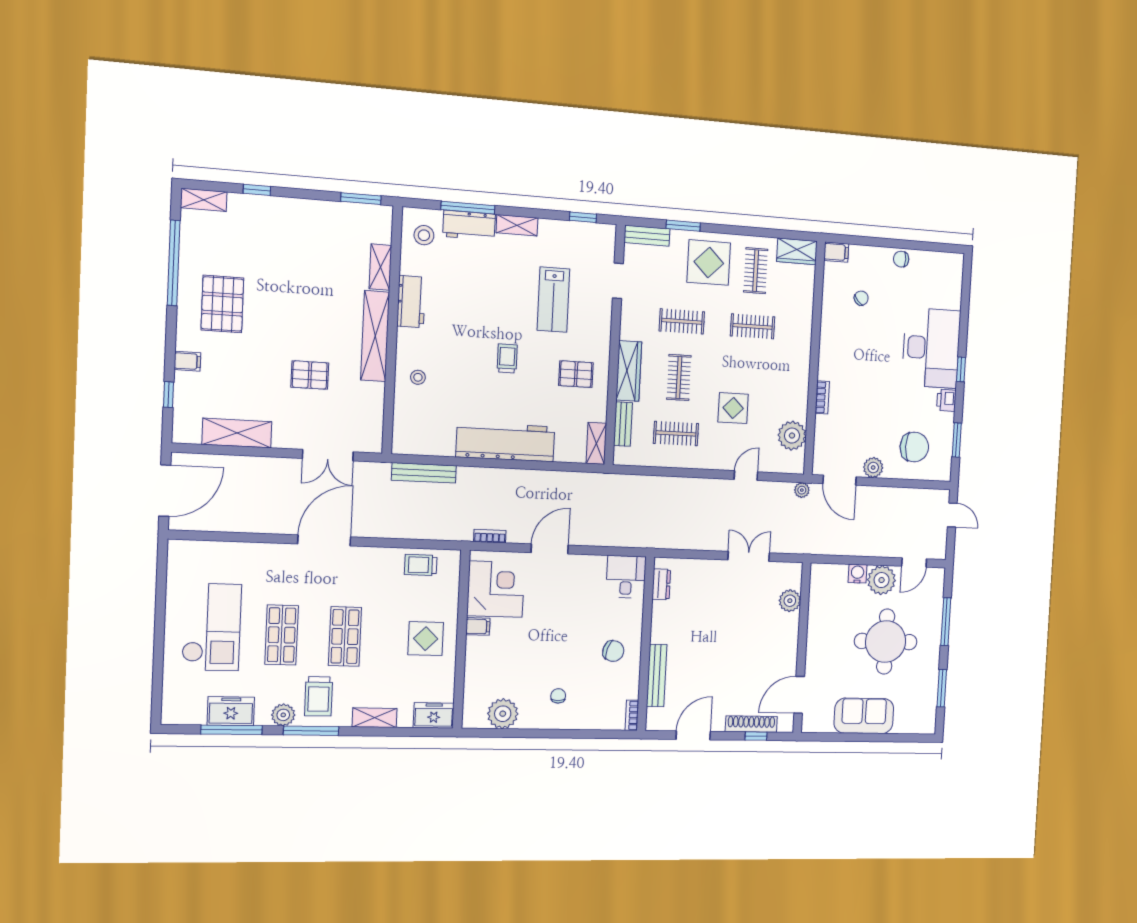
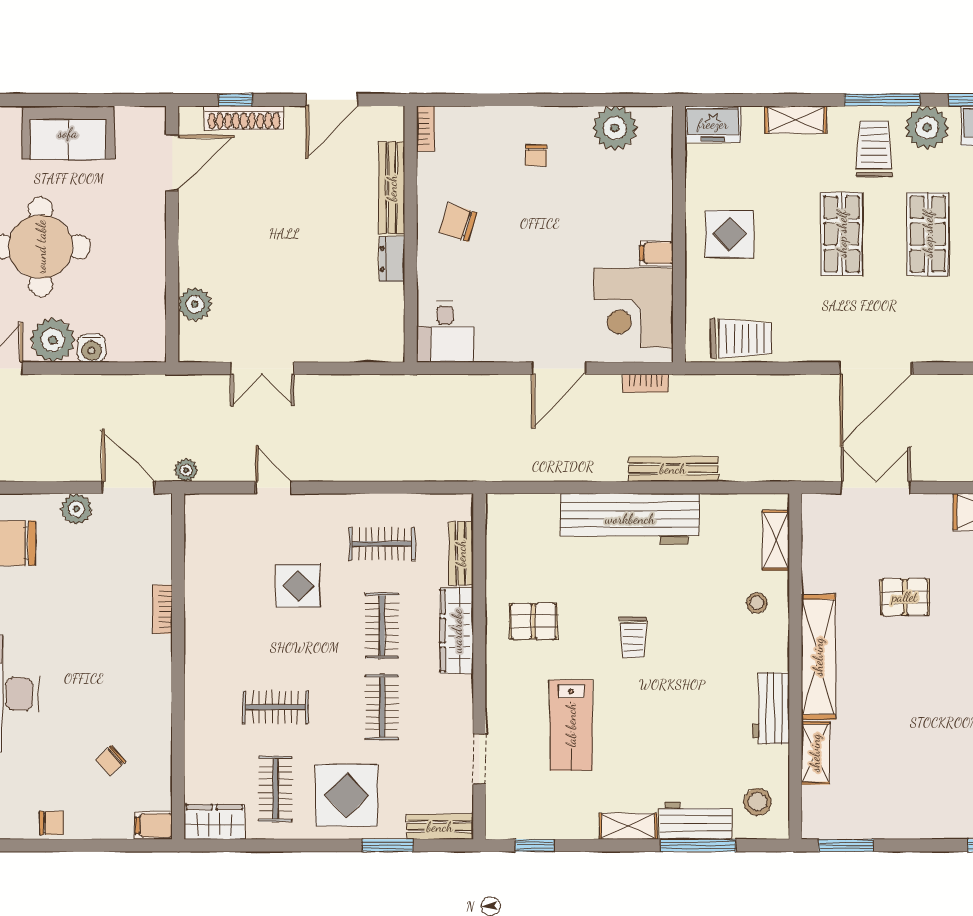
lab bench: (553, 300) -> (571, 725), turned 180
clothes rail: (682, 321) -> (382, 707), turned 90
plant: (792, 436) -> (206, 550), removed
shelving: (596, 443) -> (776, 540), moved
bench: (424, 473) -> (673, 469), moved
door: (746, 476) -> (273, 488), swing flipped
trolley: (421, 565) -> (741, 339), width x1.36, depth x1.39
dresser: (661, 584) -> (392, 259), moved
plant: (283, 715) -> (927, 128), width x1.36, depth x1.36

